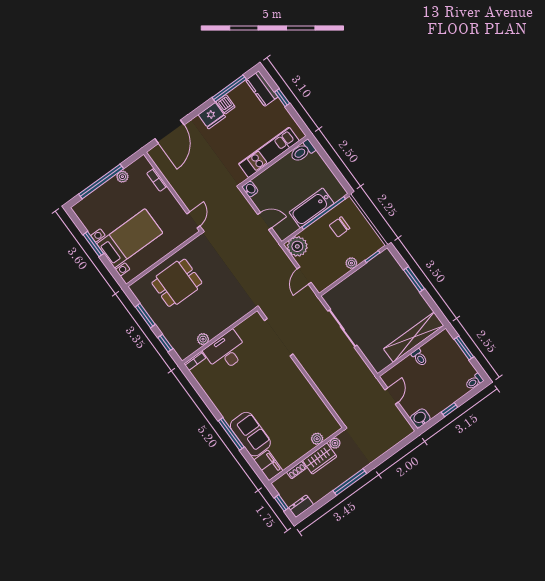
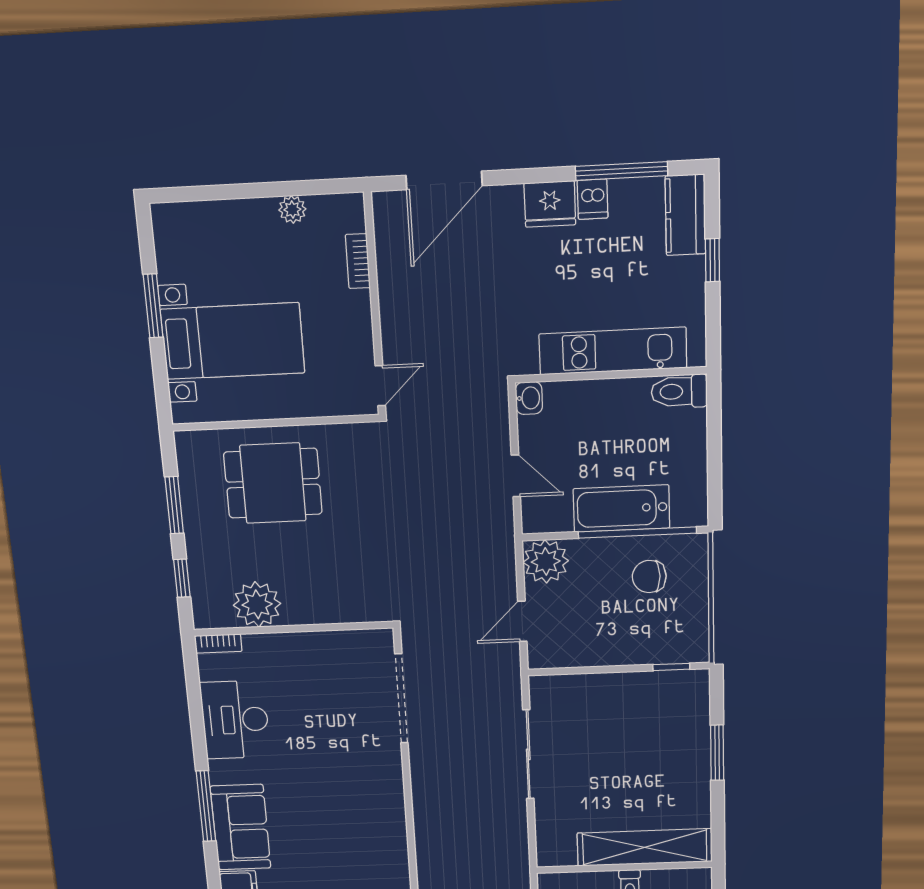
window: (101, 181) -> (243, 191), removed
plant: (351, 263) -> (625, 654), removed
plant: (203, 339) -> (257, 604), width x1.87, depth x1.87
desk: (226, 352) -> (235, 720), moved, turned -90

